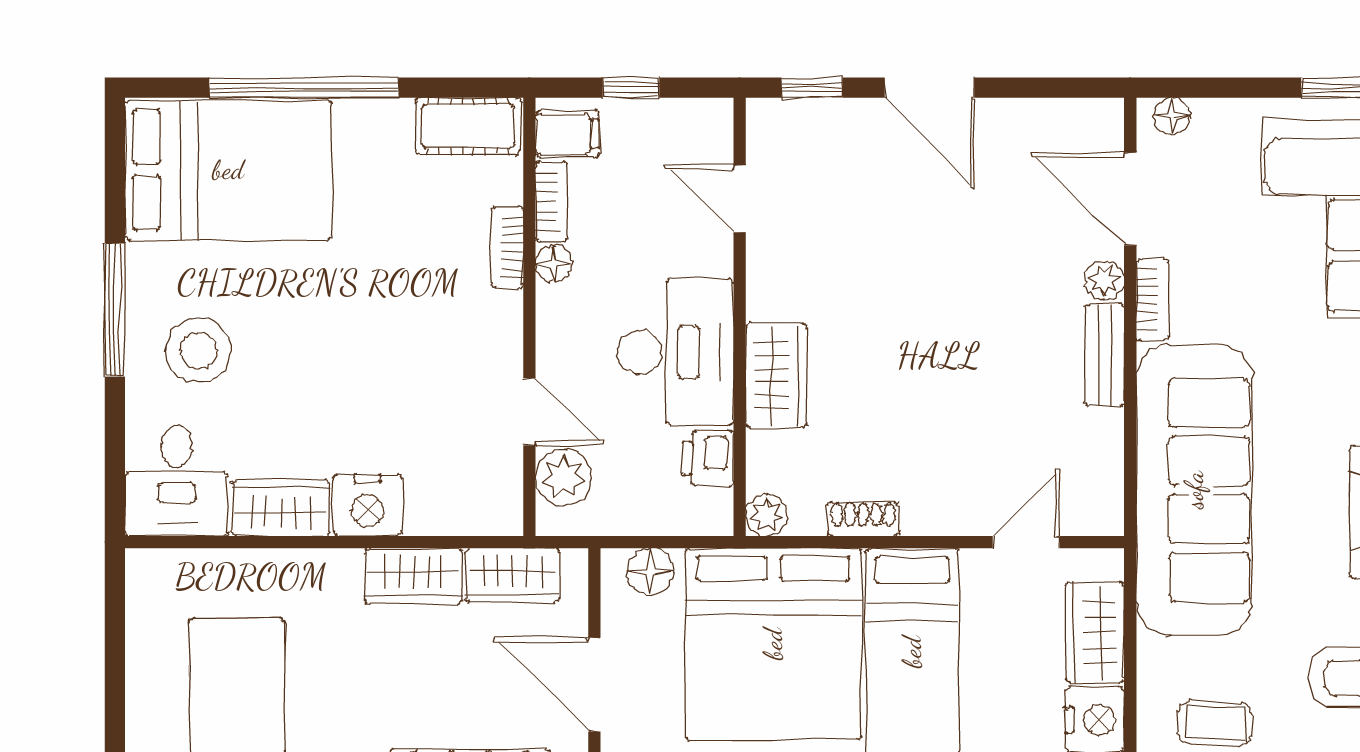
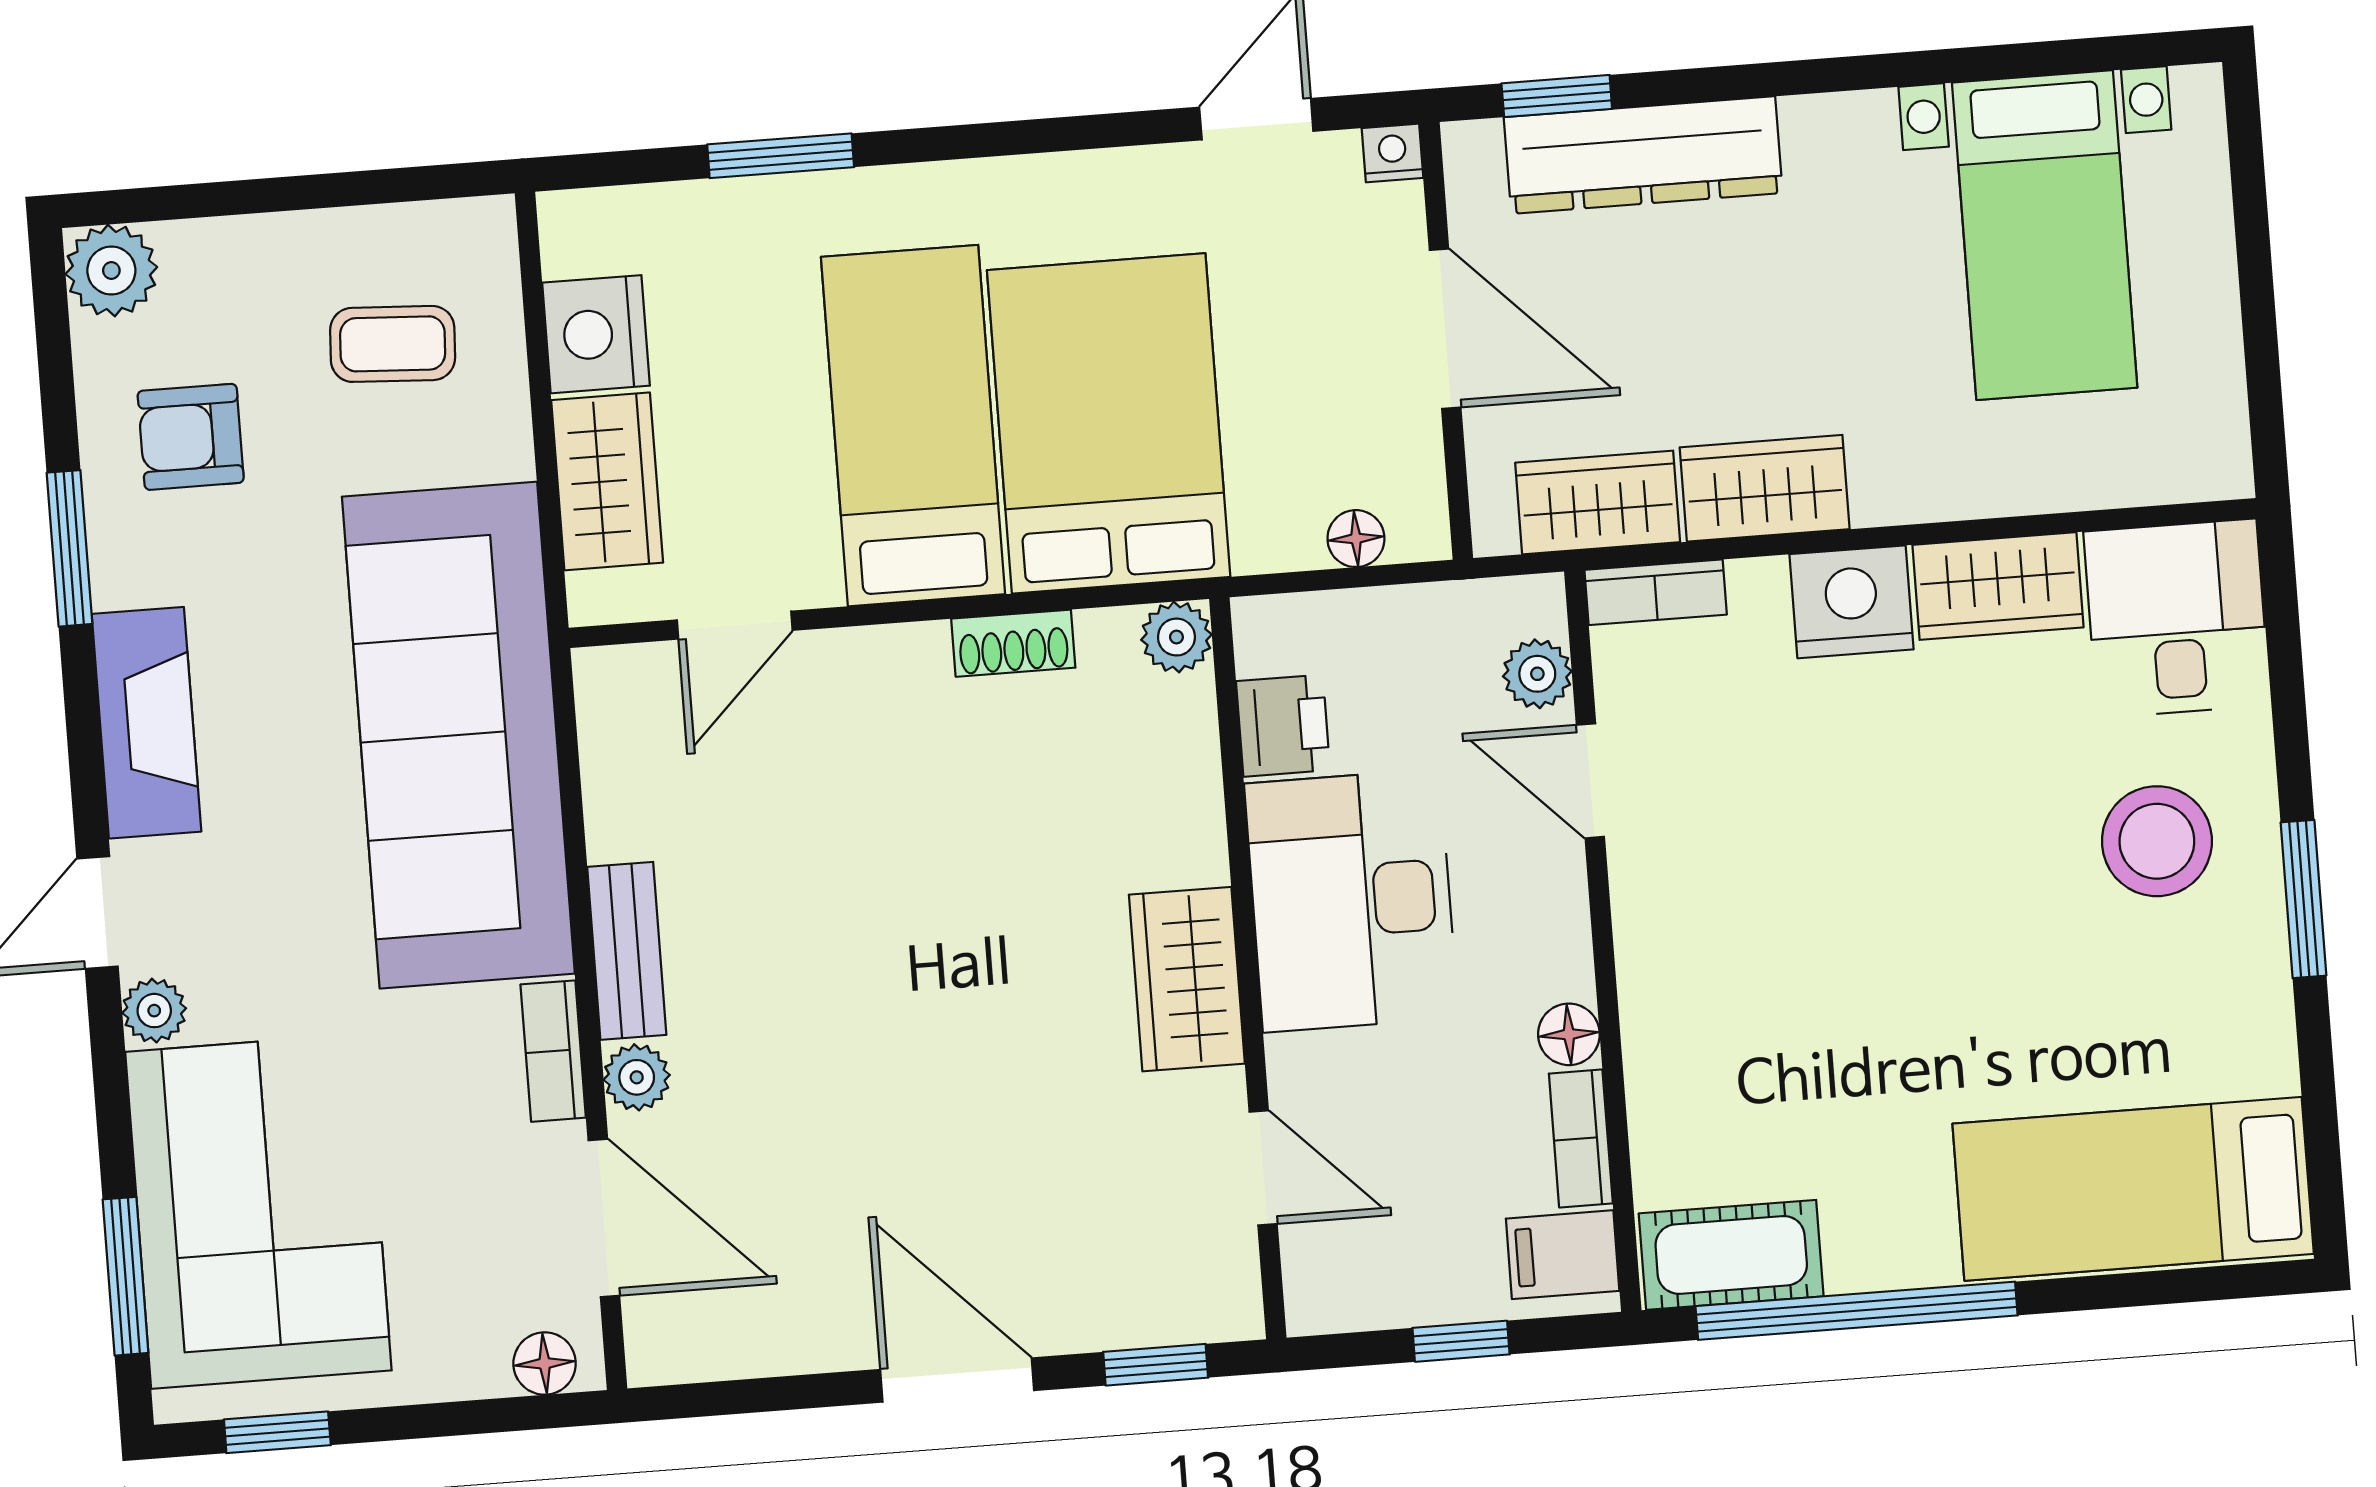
window: (304, 88) -> (1857, 1311), moved
bed: (228, 170) -> (2133, 1189), width x0.67
bookcase: (507, 247) -> (1656, 592), moved, turned 90
window: (115, 310) -> (2303, 899), width x0.69
wardrobe: (776, 375) -> (1187, 979), moved
plant: (563, 477) -> (1537, 674), width x0.73, depth x0.73
floor lamp: (650, 571) -> (1356, 539), width x0.73, depth x0.73
bed: (773, 644) -> (1109, 423), width x0.73

